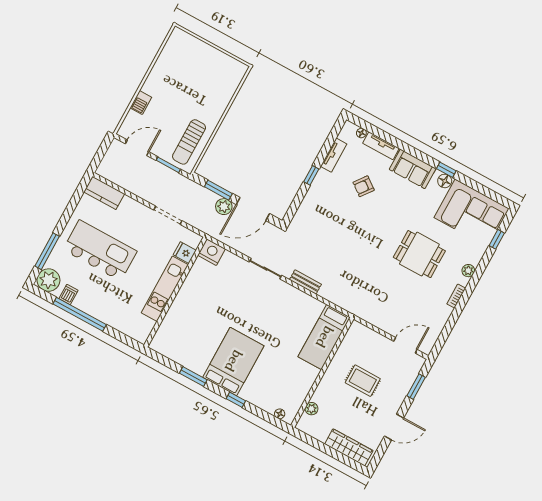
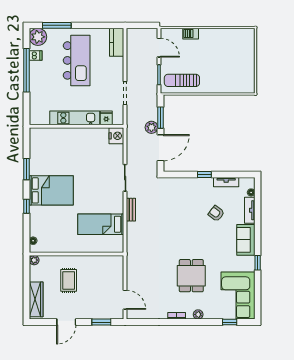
floor lamp: (445, 181) -> (250, 266), removed
door: (253, 209) -> (160, 148), swing flipped
bed: (324, 337) -> (101, 224), moved
rug: (363, 381) -> (69, 280), moved
plant: (311, 409) -> (34, 260), moved
door: (394, 427) -> (66, 322), hinge flipped

